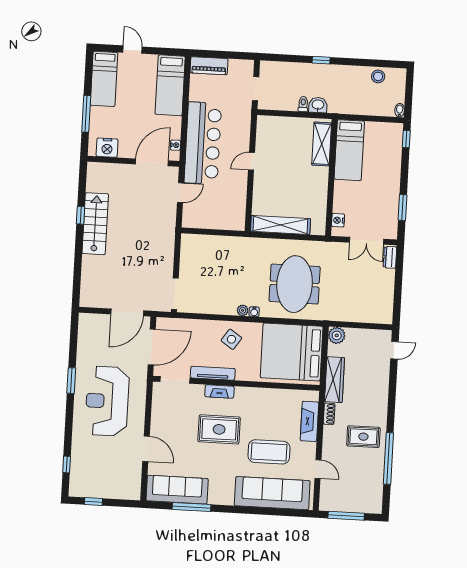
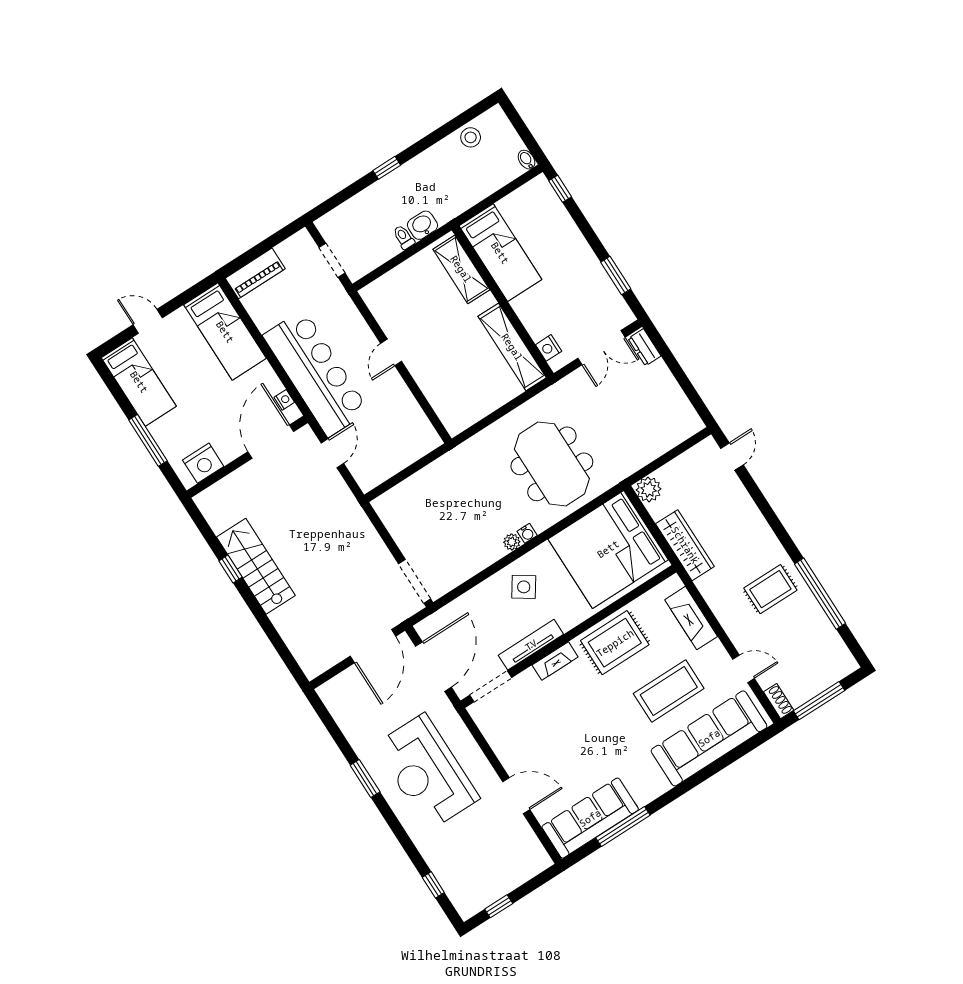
shelving: (280, 225) -> (512, 347), moved, turned 90
shoe rack: (329, 414) -> (779, 701), moved
rug: (219, 429) -> (615, 643), moved

